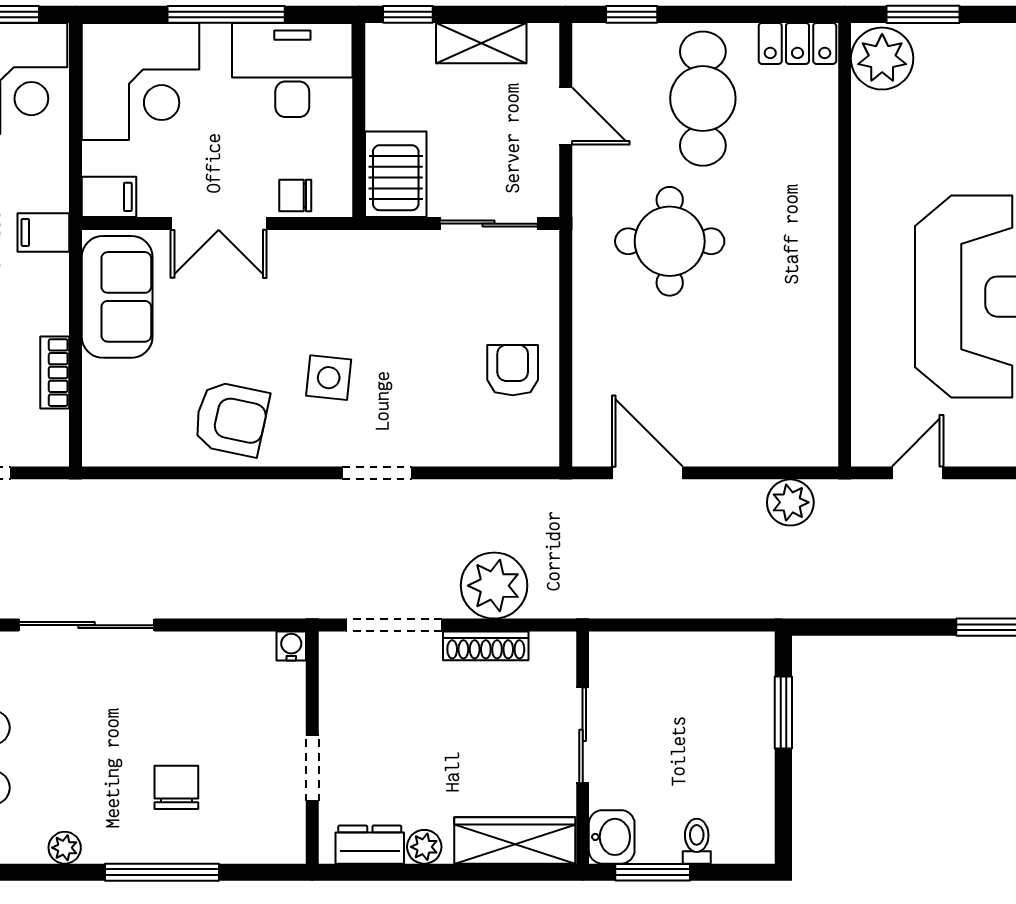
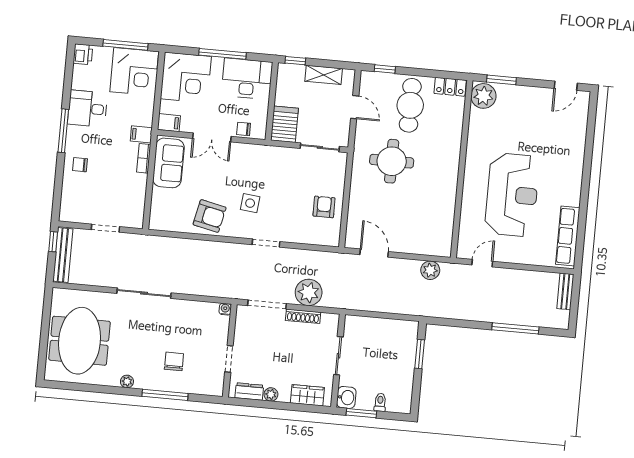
bookcase: (55, 373) -> (144, 158), moved
wardrobe: (515, 840) -> (307, 395), width x0.67

